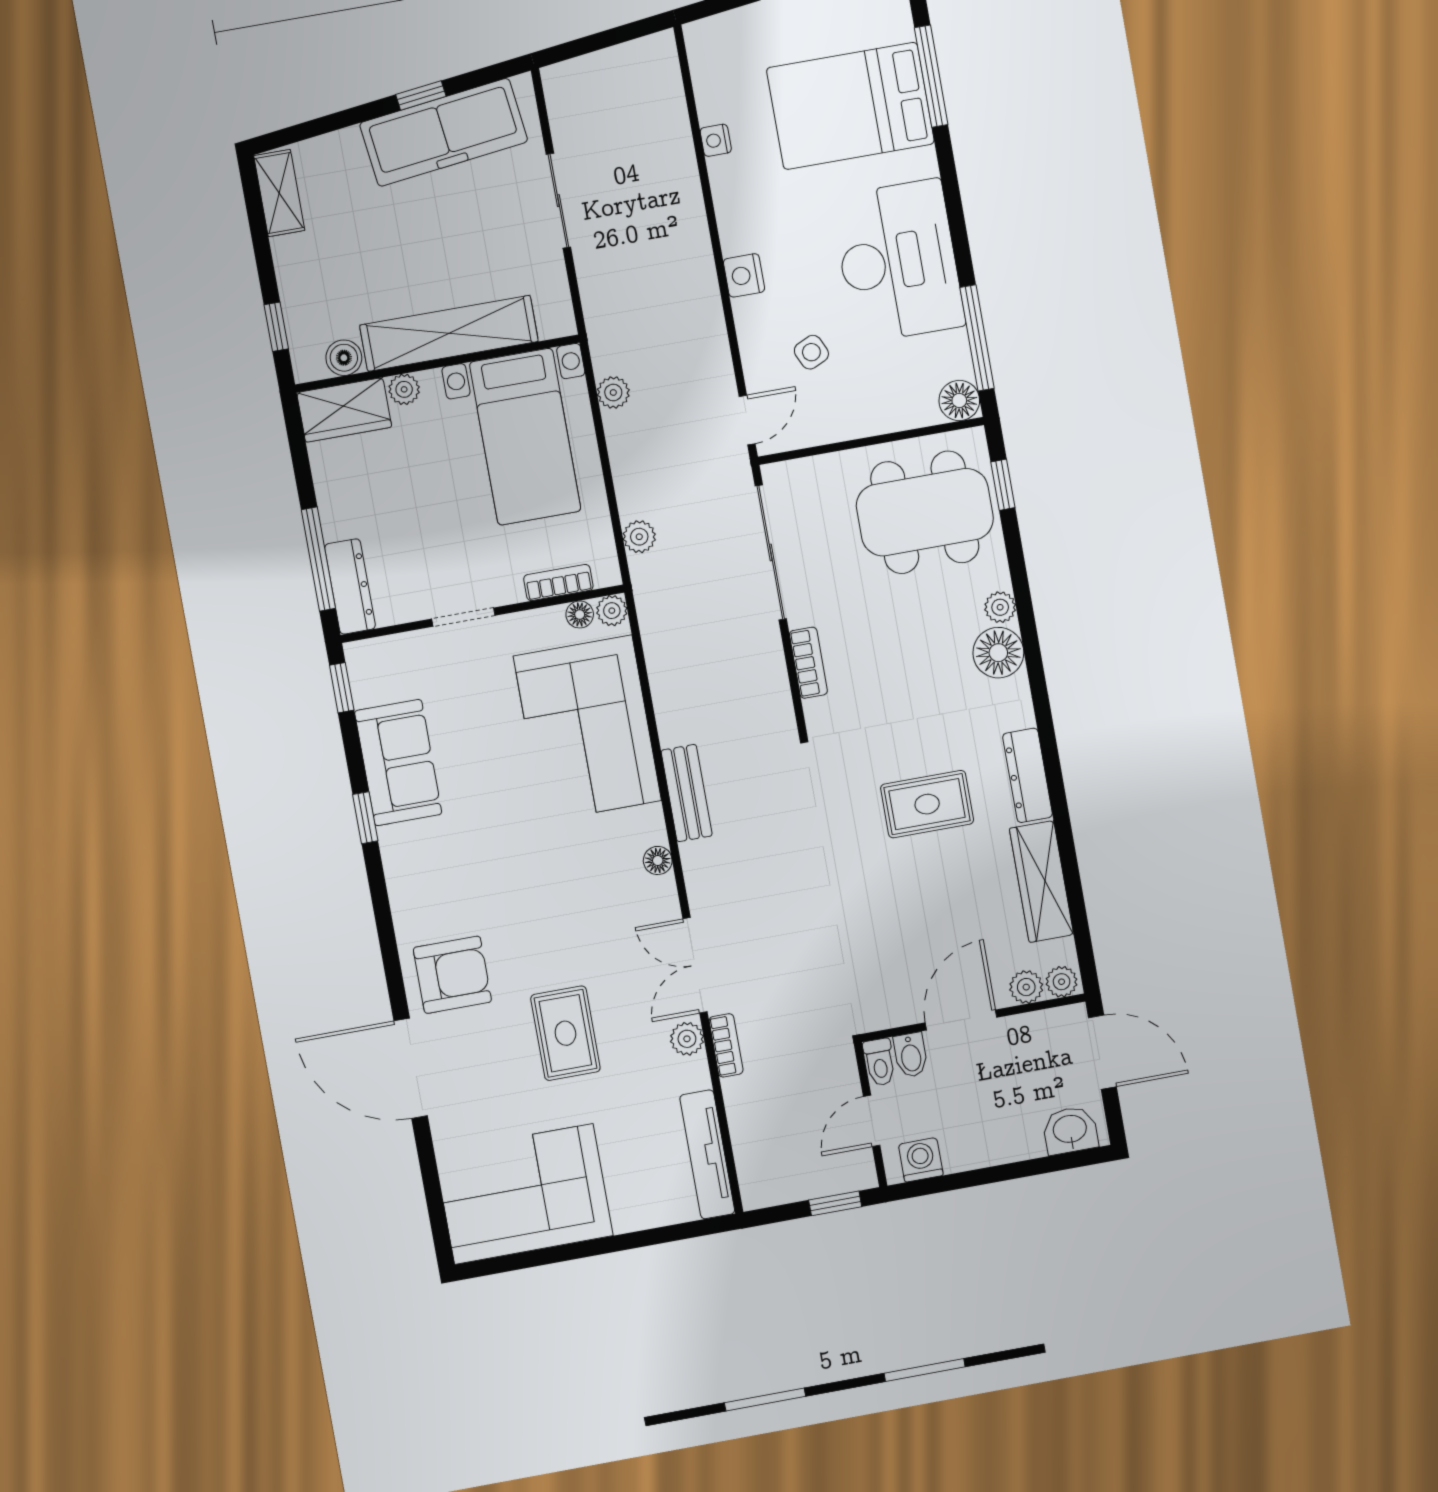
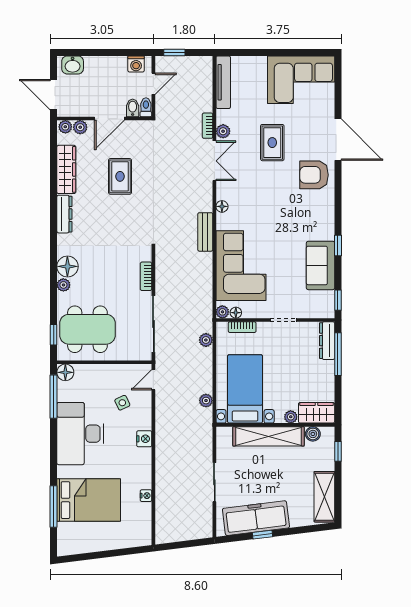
shelving: (279, 193) -> (324, 497), width x1.50, depth x1.33
rug: (927, 804) -> (120, 176), moved, turned 90

